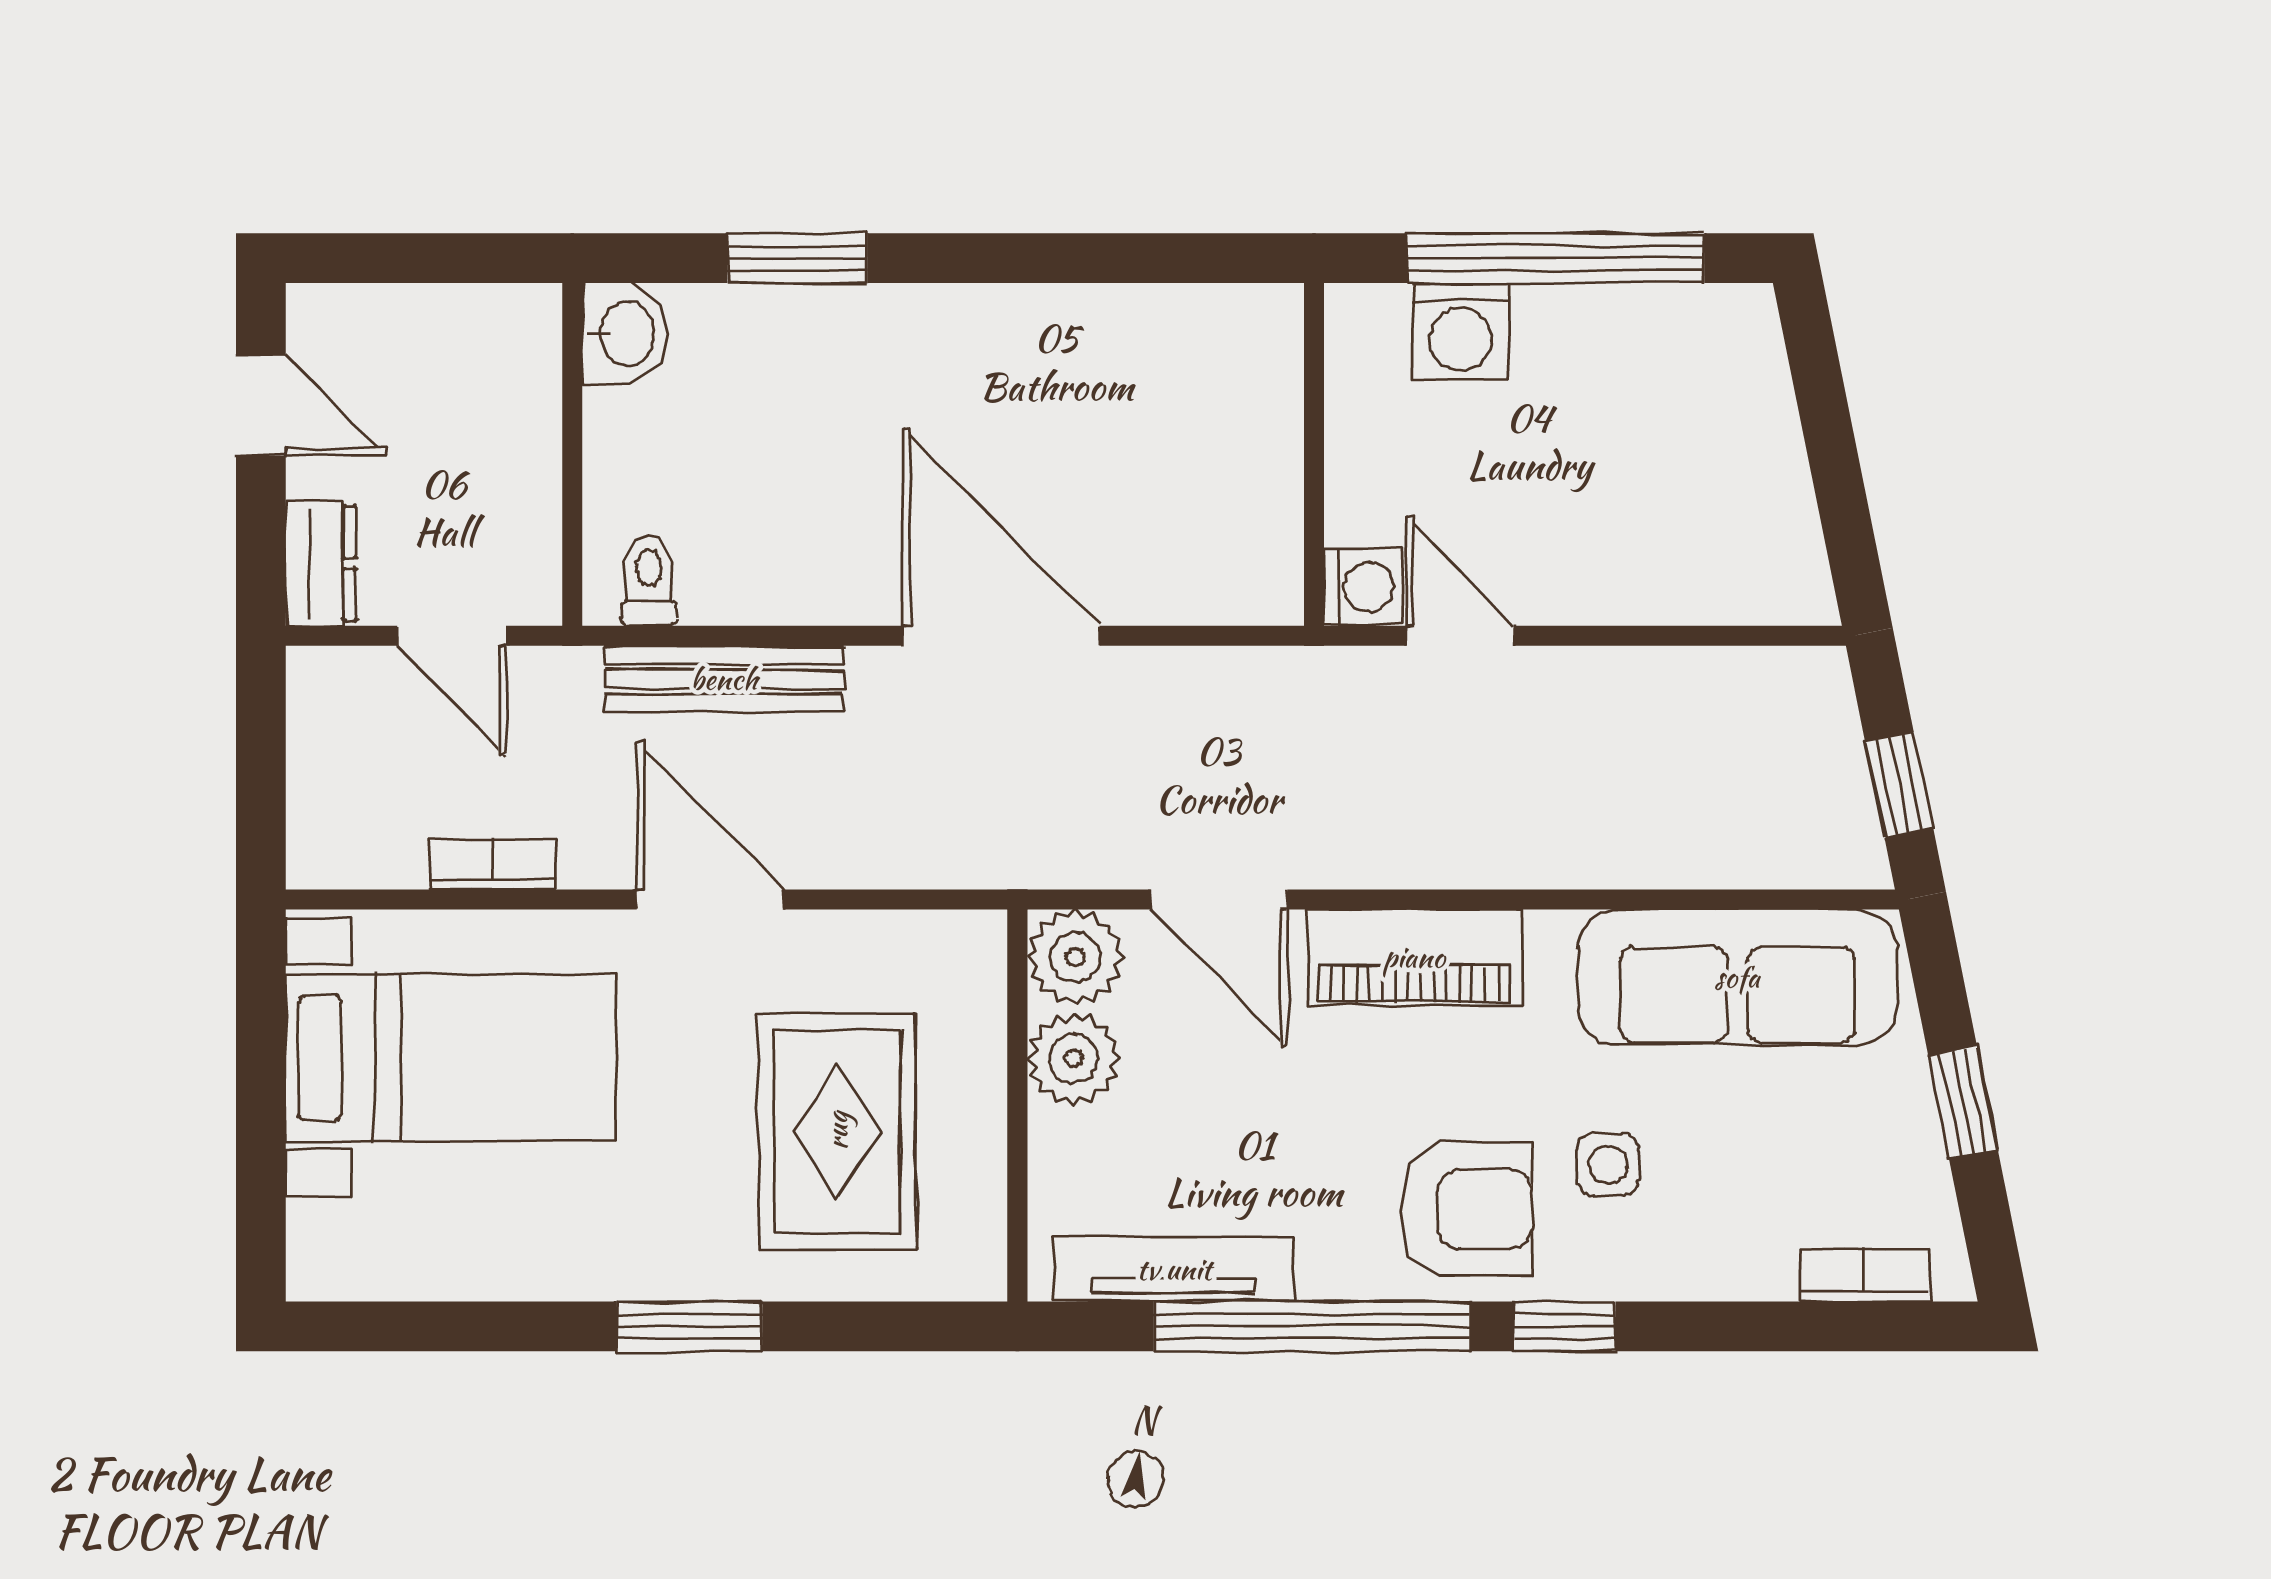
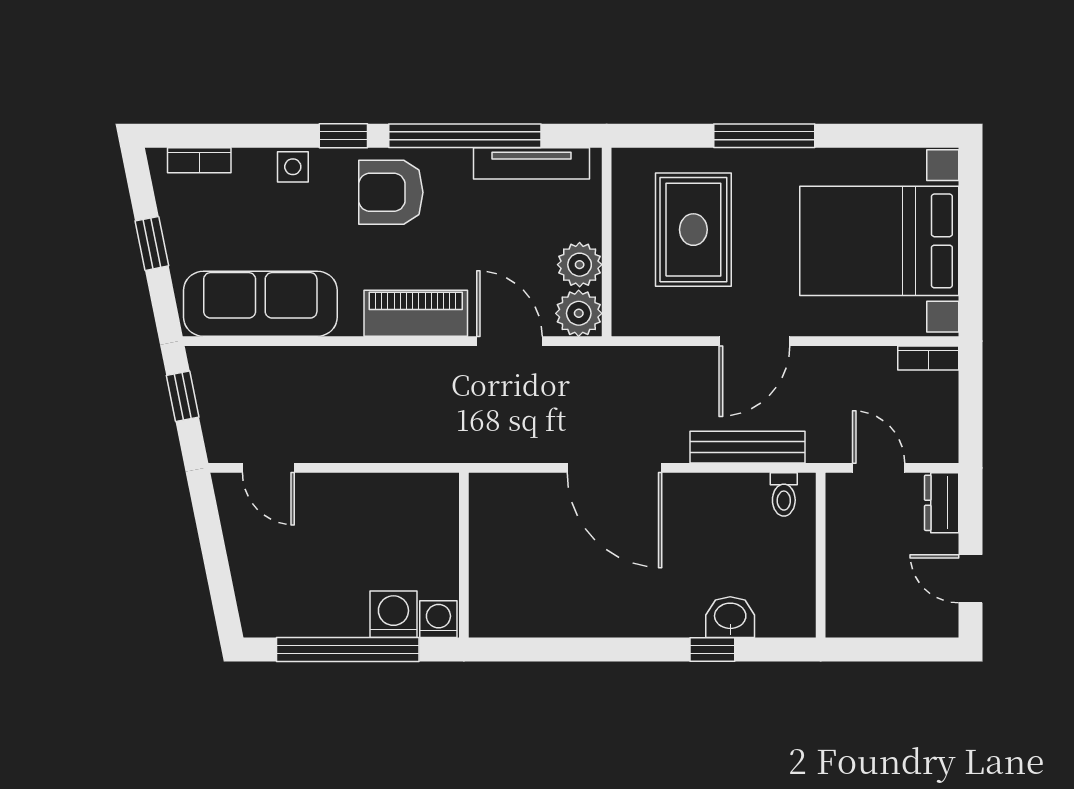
window: (797, 258) -> (712, 649), width x0.67
washbasin: (625, 333) -> (730, 617), moved, turned 90
washing machine: (1362, 587) -> (438, 619), moved, turned 90
door: (1460, 636) -> (268, 468), moved
bookcase: (493, 864) -> (928, 358), moved
door: (710, 899) -> (754, 341), hinge flipped
bed with nightstands: (451, 1058) -> (879, 241), width x1.36
side table: (1608, 1165) -> (293, 167), moved
window: (689, 1326) -> (764, 136), width x1.44

